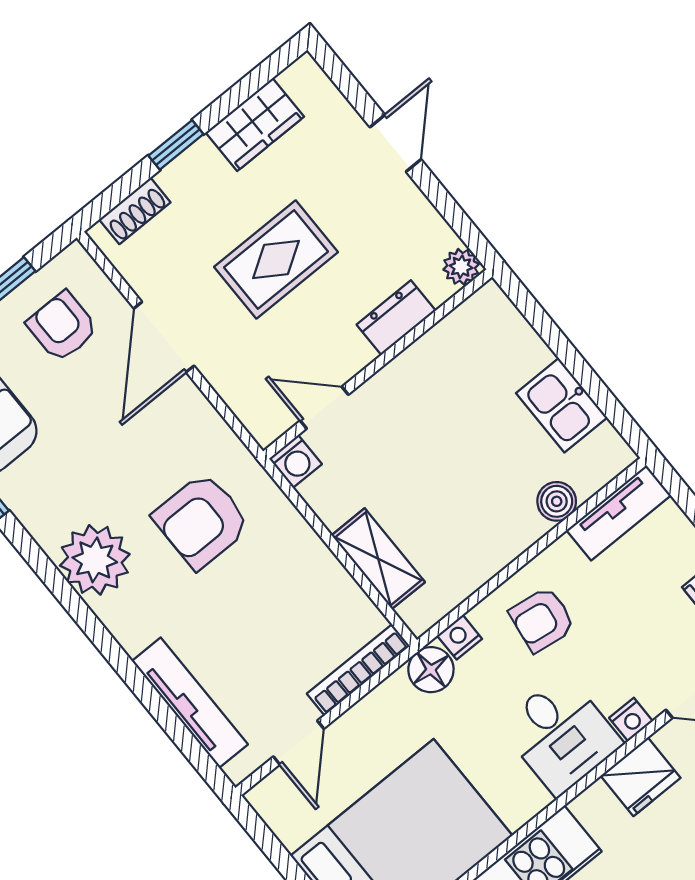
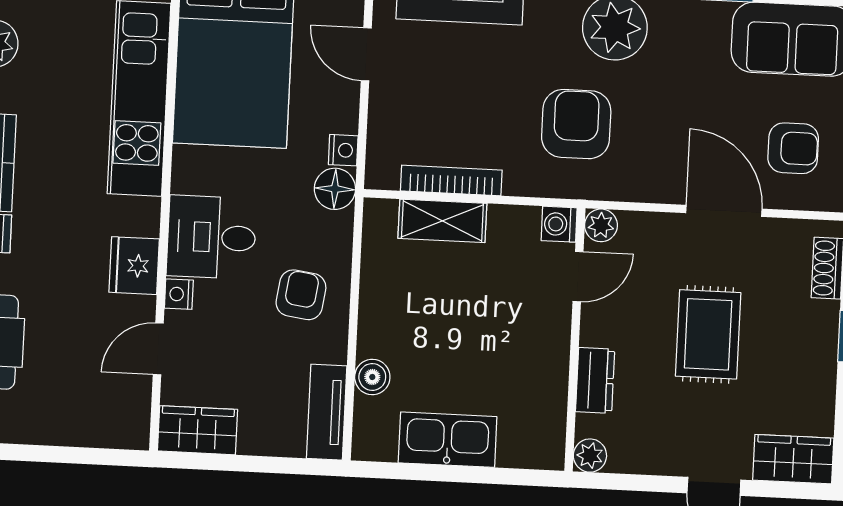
wardrobe: (255, 125) -> (793, 459), moved, turned 90
kitchen sink: (562, 405) -> (448, 440), width x1.38
plant: (266, 426) -> (601, 225), added
nightstand: (460, 637) -> (343, 150), moved
bookcase: (358, 670) -> (451, 180), moved, turned -90

